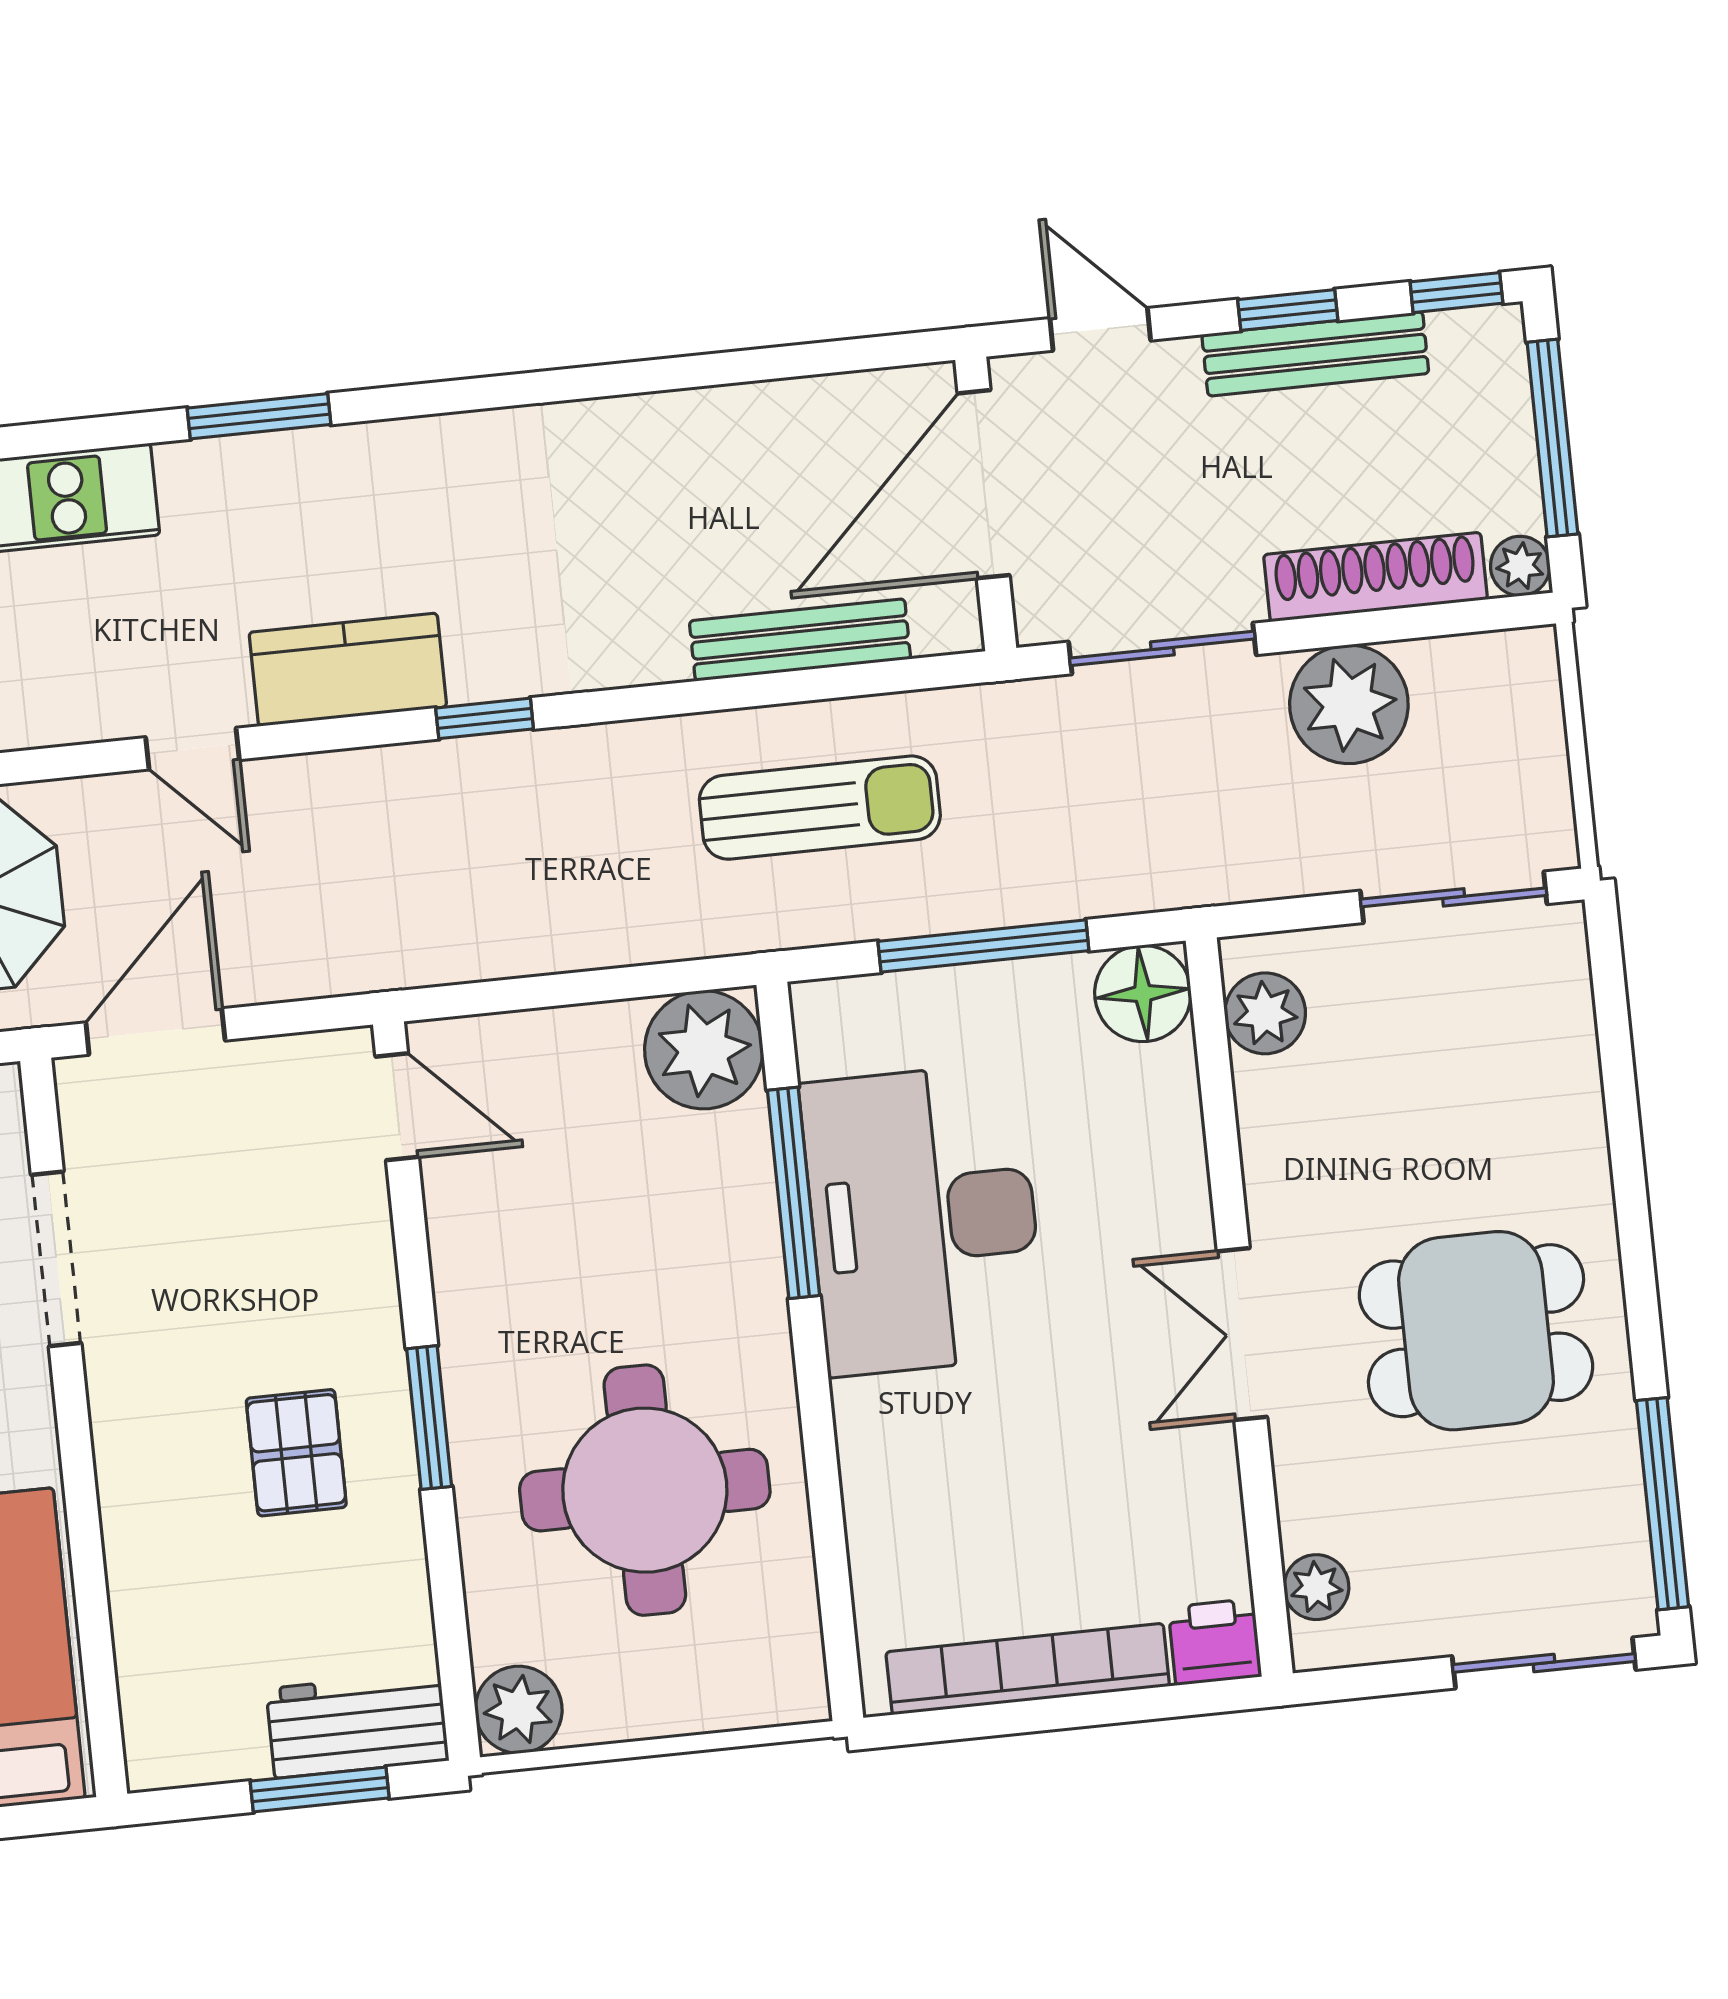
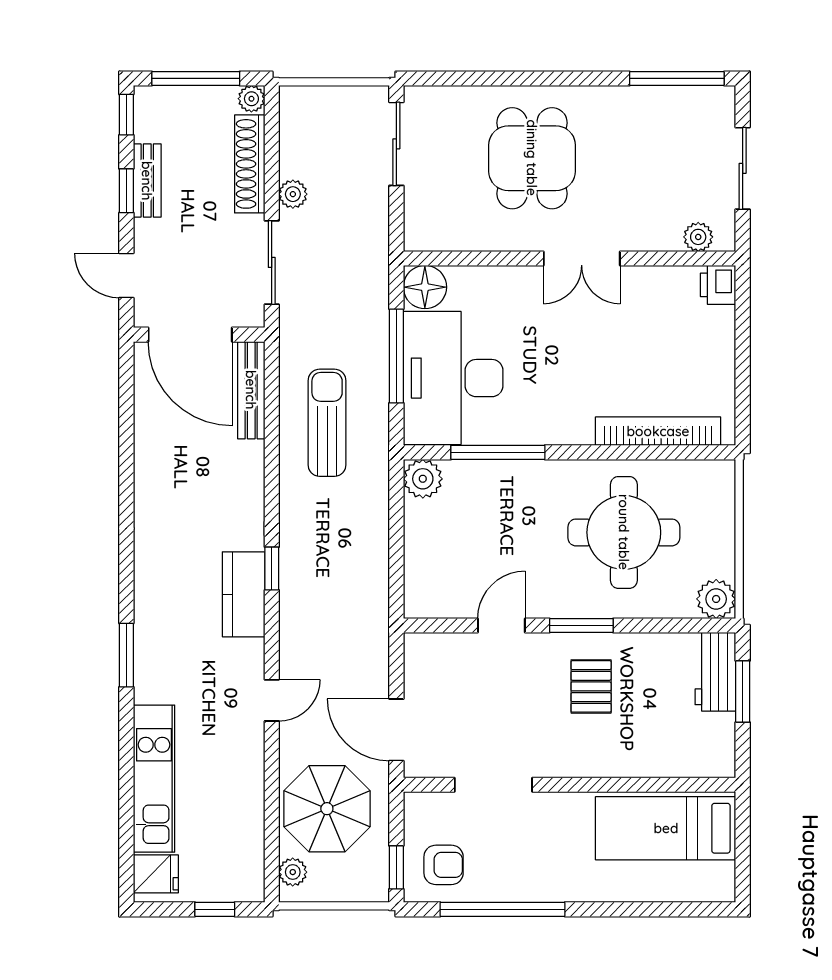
door: (1100, 329) -> (126, 275), hinge flipped
bench: (1315, 354) -> (147, 181), width x0.73
bench: (800, 640) -> (251, 390), moved
kitchen counter: (348, 670) -> (244, 594), moved
plant: (1349, 704) -> (293, 194), width x0.53, depth x0.53
plant: (1265, 1013) -> (440, 233), removed
plant: (704, 1050) -> (423, 479), width x0.73, depth x0.73
door: (397, 1107) -> (501, 625), moved
desk: (923, 1220) -> (453, 378), moved, turned 90
dining table: (1476, 1331) -> (532, 158), moved
pallet: (296, 1453) -> (591, 686), turned 90
sliding door: (1544, 1663) -> (743, 168), moved
bookcase: (1028, 1669) -> (658, 431), moved, turned 90

